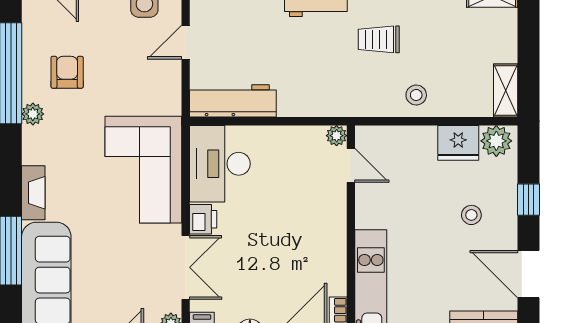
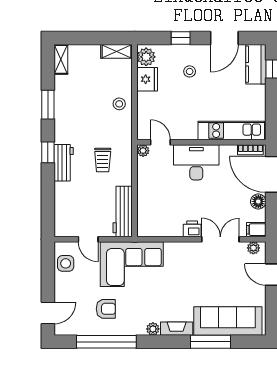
trolley: (379, 39) -> (103, 160), moved
armchair: (67, 72) -> (106, 309), turned 180
plant: (33, 114) -> (153, 329), moved
desk: (220, 164) -> (196, 162), moved, turned 180
door: (351, 165) -> (160, 142), hinge flipped
corner sofa: (143, 170) -> (132, 264), moved

